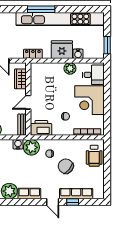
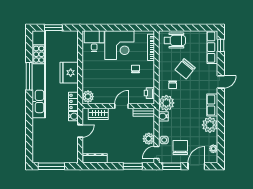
window: (41, 9) -> (29, 76), moved
window: (107, 45) -> (53, 28), moved
water cooler: (78, 54) -> (73, 116), moved
plant: (70, 68) -> (88, 97), moved
door: (28, 102) -> (122, 106), swing flipped
printer: (41, 128) -> (149, 93), width x0.53, depth x0.68
row of seats: (76, 194) -> (212, 47), moved
window: (73, 202) -> (221, 45), moved

